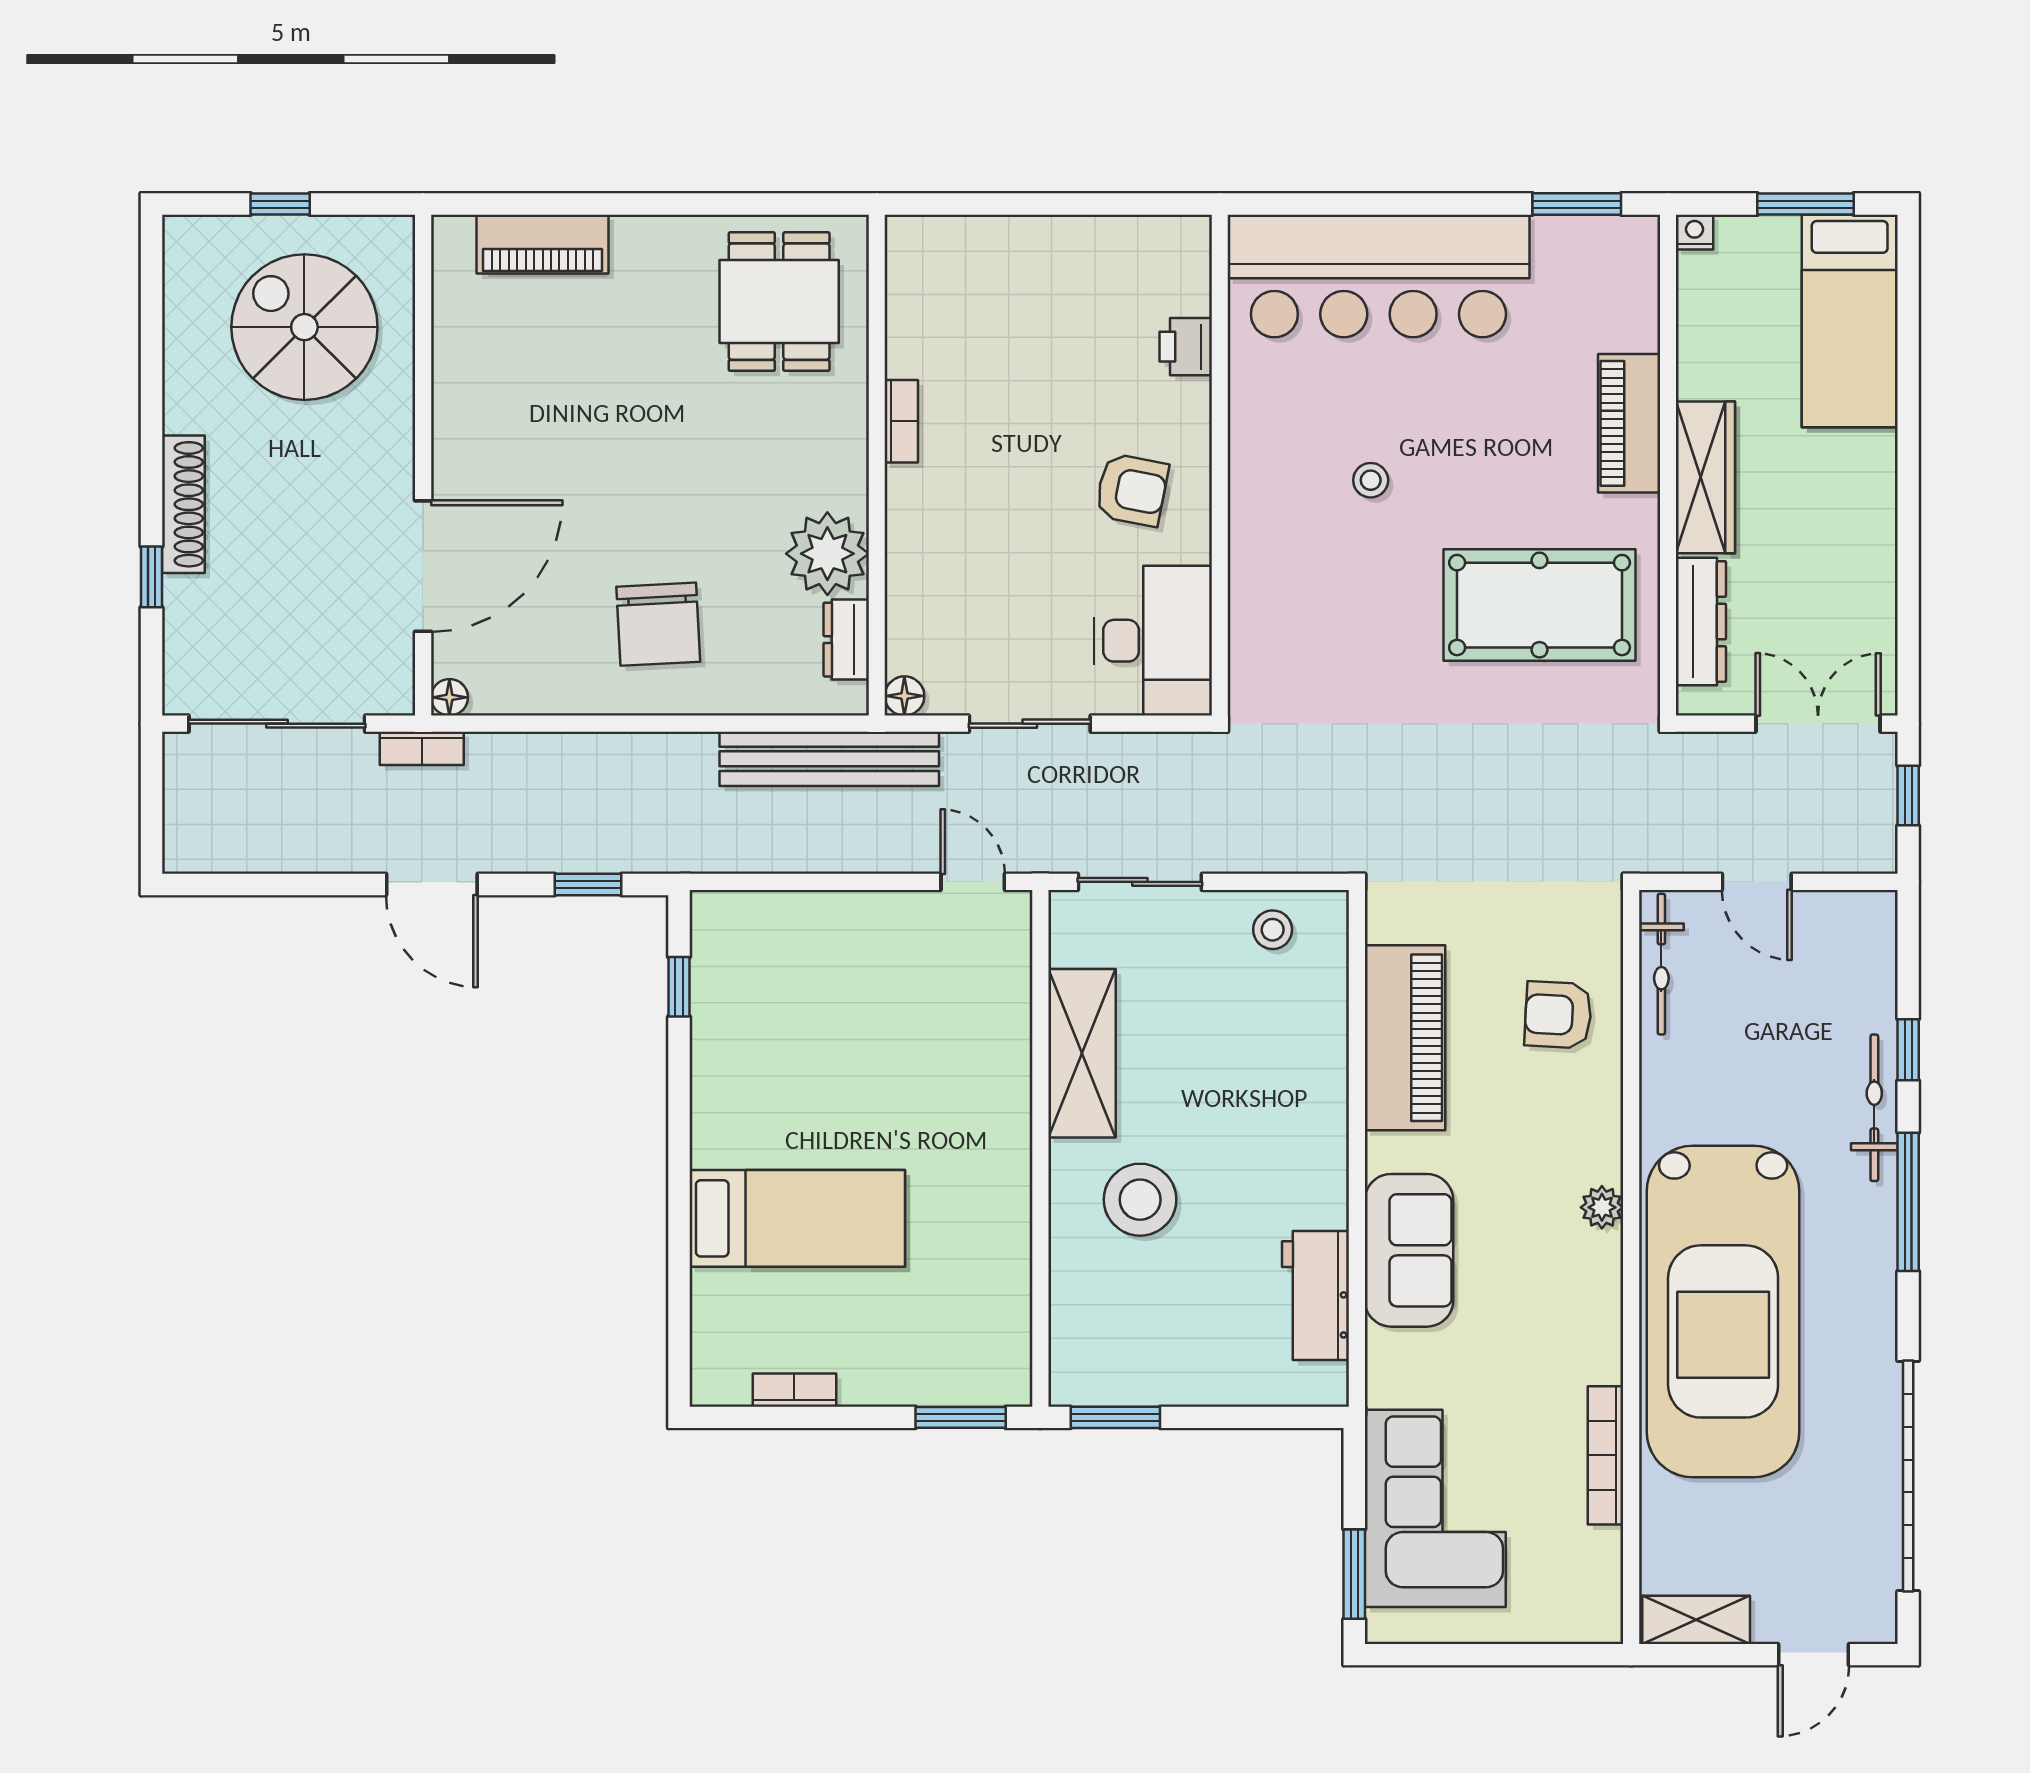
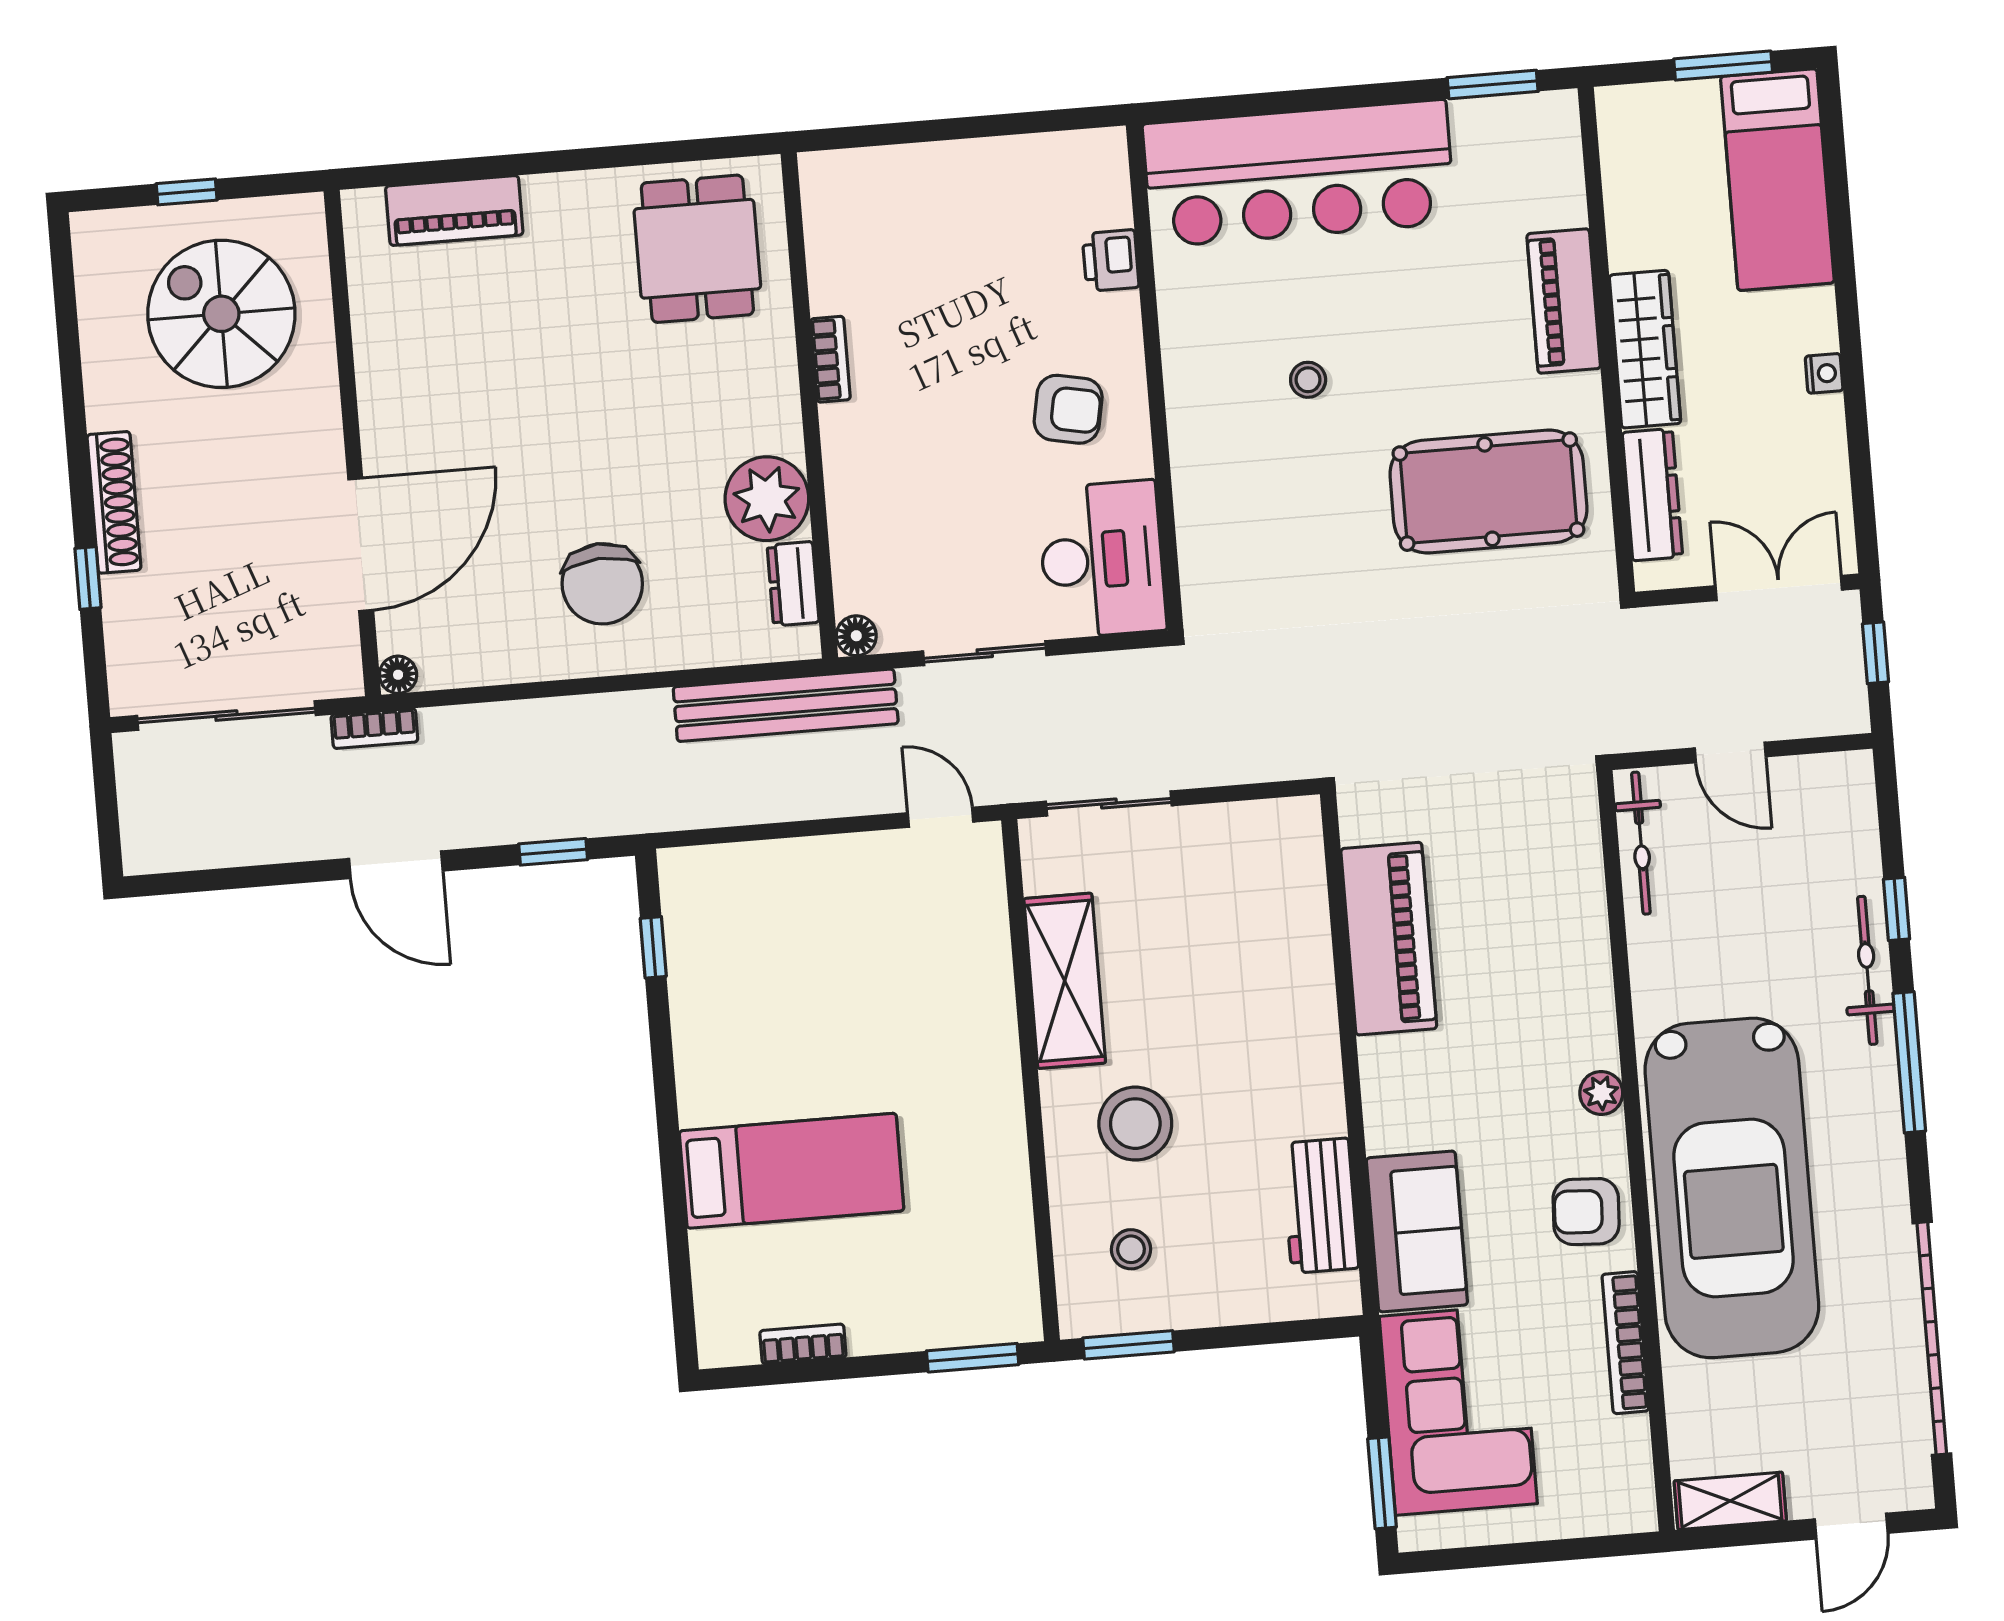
nightstand: (1695, 232) -> (1824, 373), moved, turned 90
stool: (1273, 930) -> (1131, 1249), moved
armchair: (1558, 1015) -> (1586, 1212), moved
sofa: (1409, 1250) -> (1417, 1231), moved

